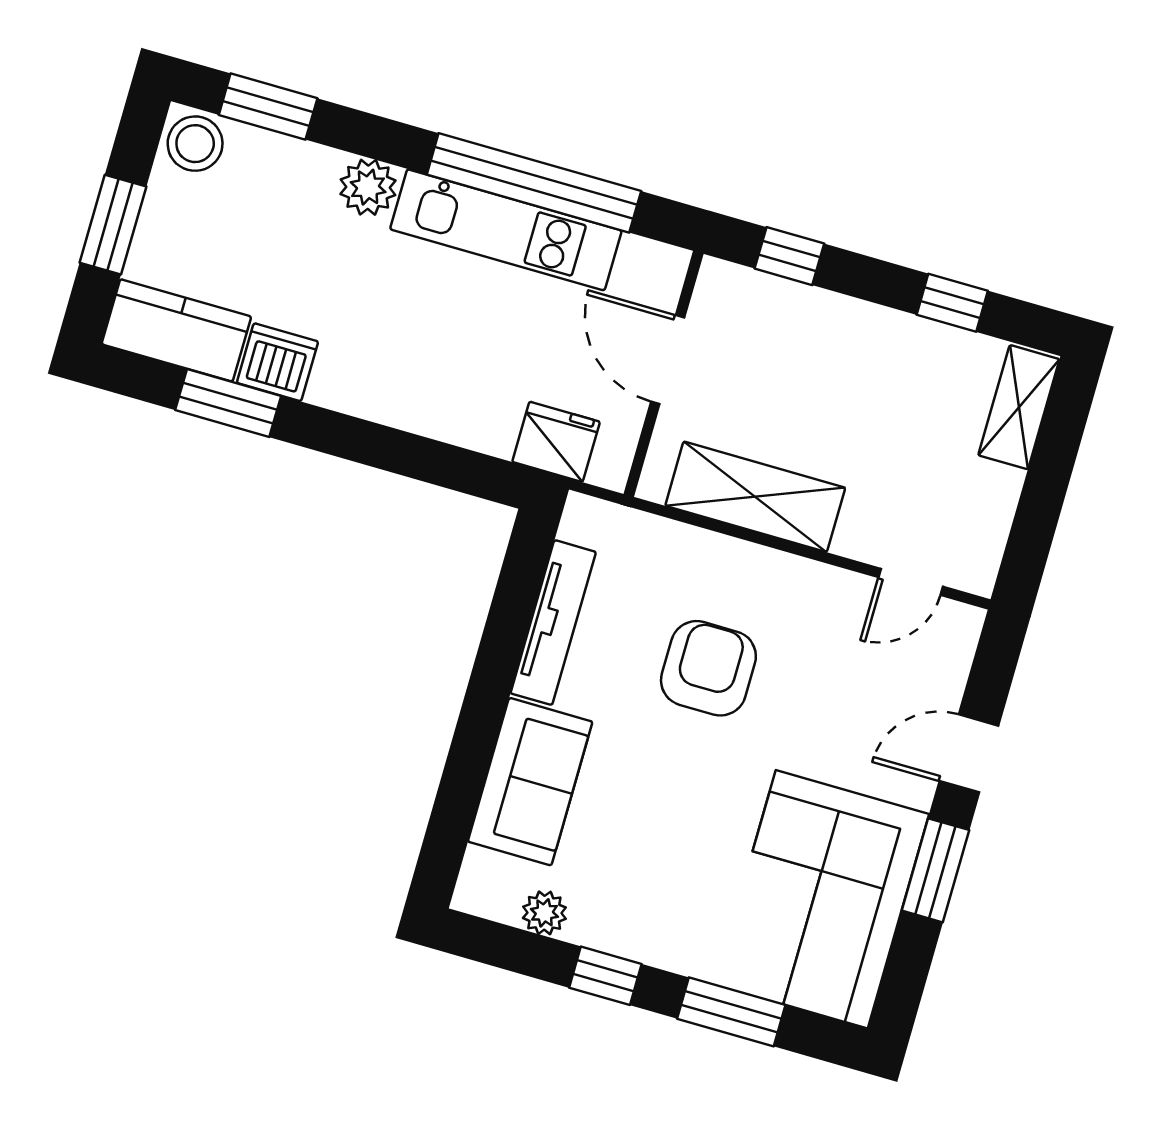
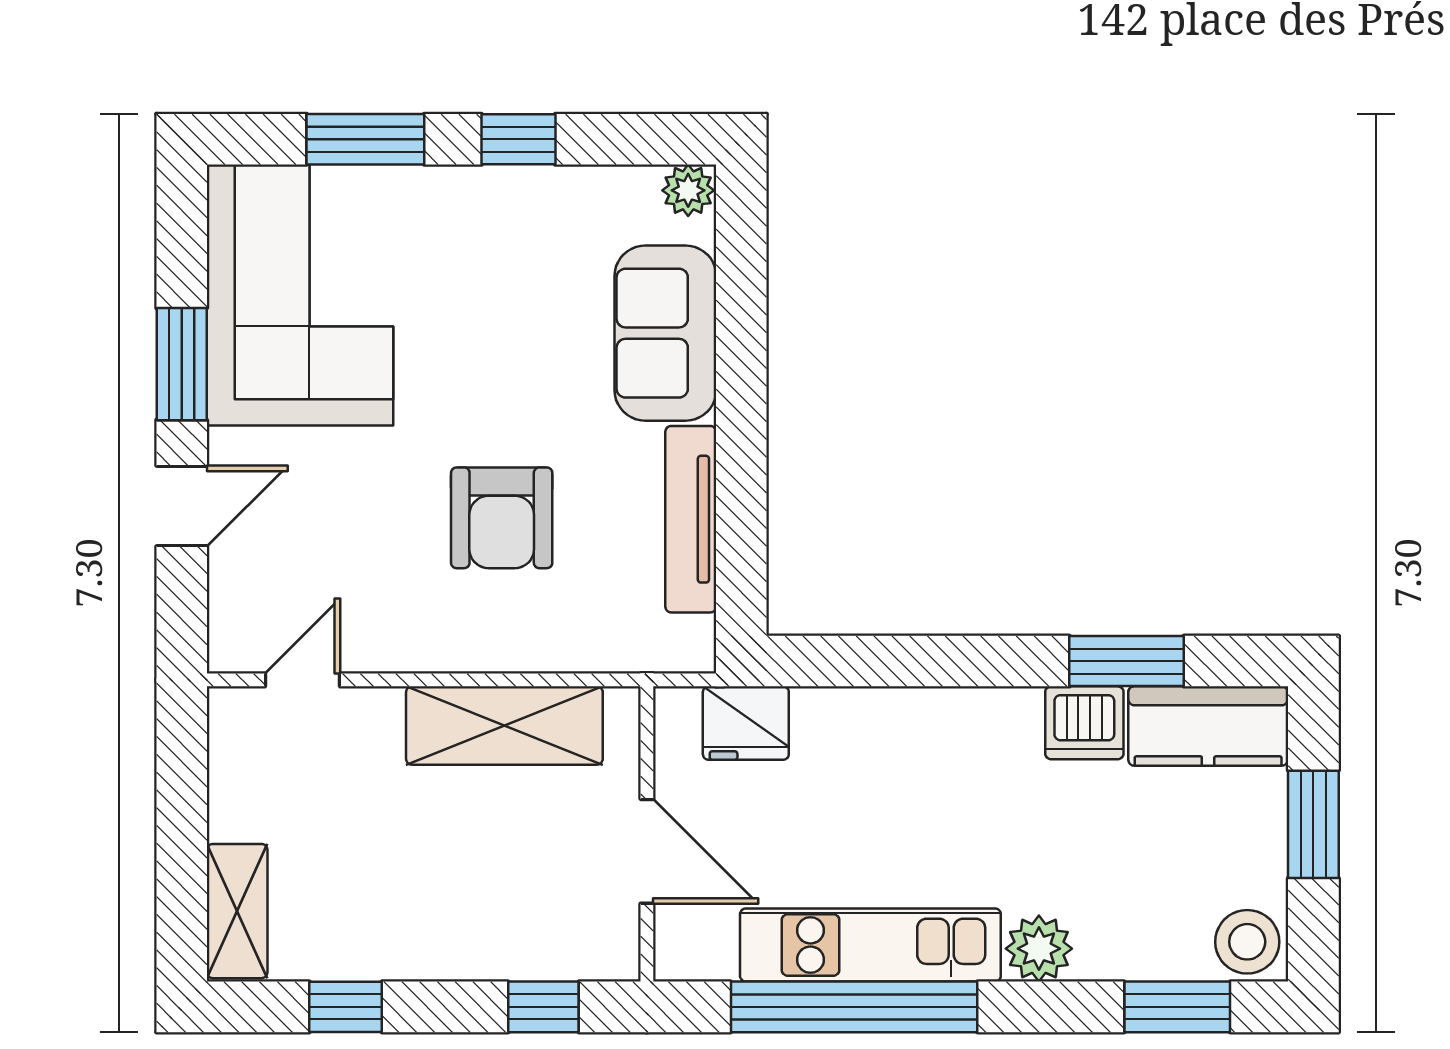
plant: (544, 913) -> (688, 190), moved

